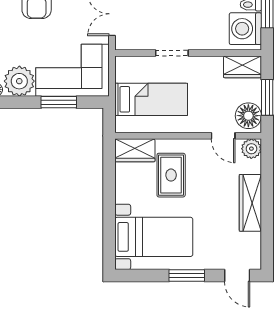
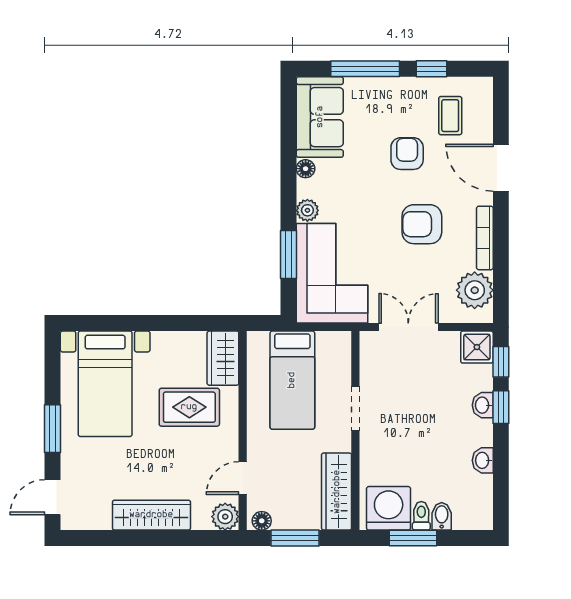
wardrobe: (242, 67) -> (337, 492), width x1.50
plant: (19, 81) -> (307, 210), width x0.53, depth x0.53
floor lamp: (248, 116) -> (262, 521), width x0.53, depth x0.53

